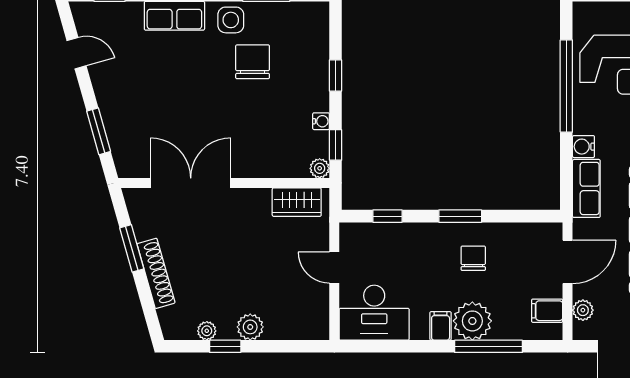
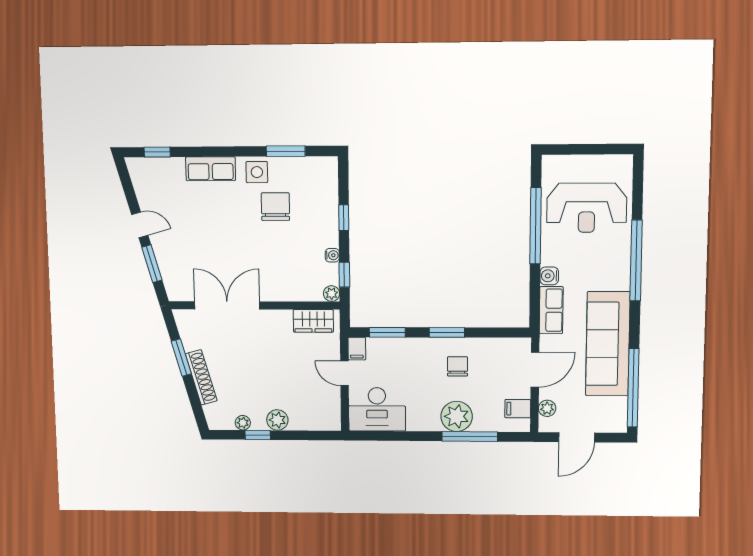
door: (77, 53) -> (140, 225), moved
window: (388, 216) -> (387, 332), width x1.50
filing cabinet: (441, 326) -> (357, 349), moved, turned 180

